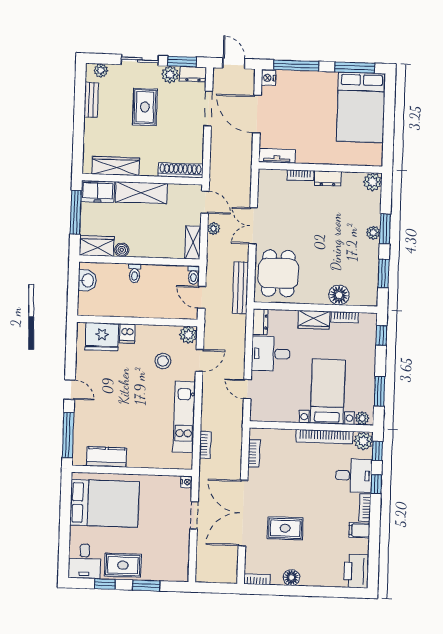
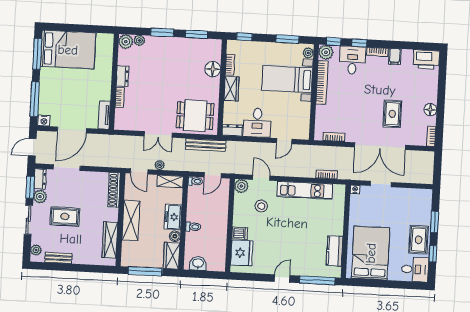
freezer: (98, 192) -> (173, 217), moved, turned 180
door: (205, 202) -> (139, 171), swing flipped
plant: (373, 233) -> (139, 40), moved

